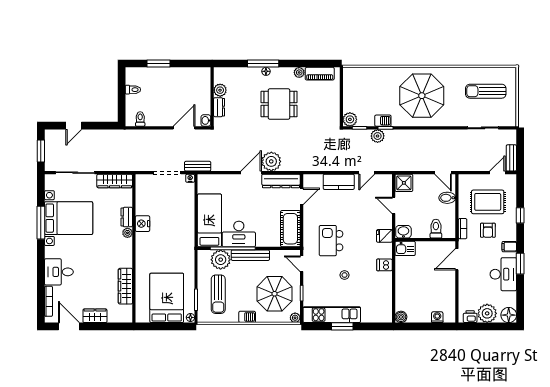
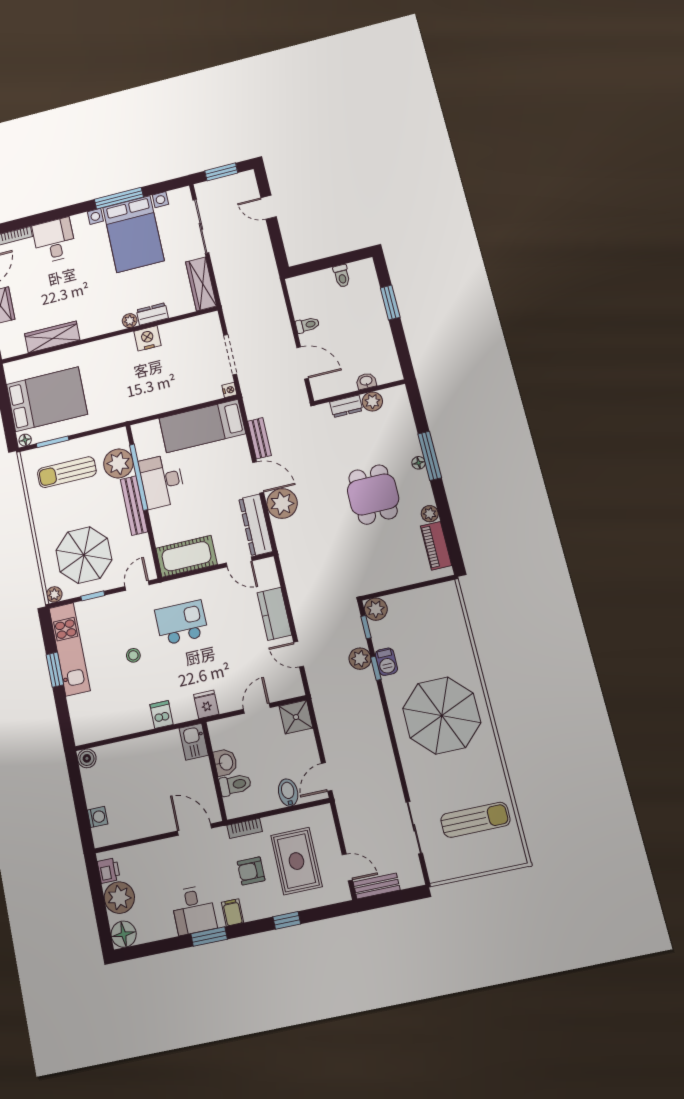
sun lounger: (486, 91) -> (475, 820), turned 90
toilet: (140, 119) -> (307, 325), moved
washbasin: (206, 120) -> (366, 381), moved
bench: (198, 166) -> (259, 438), moved
bed: (209, 220) -> (202, 426), moved, turned 180
washbasin: (403, 232) -> (225, 762), moved
desk: (503, 274) -> (194, 910), width x0.73
barbecue: (247, 317) -> (42, 522), removed

